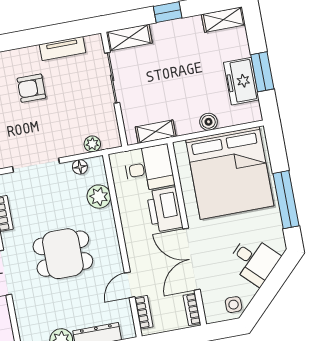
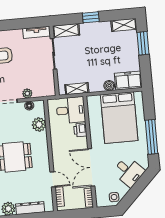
tv unit: (63, 49) -> (36, 32), moved
window: (262, 72) -> (143, 43), moved
freezer: (241, 81) -> (128, 81), moved, turned 90
plant: (92, 144) -> (27, 93), moved
bed: (230, 173) -> (119, 118), width x0.73
printer: (165, 210) -> (80, 130), width x0.53, depth x0.68
door: (130, 285) -> (53, 179), swing flipped

